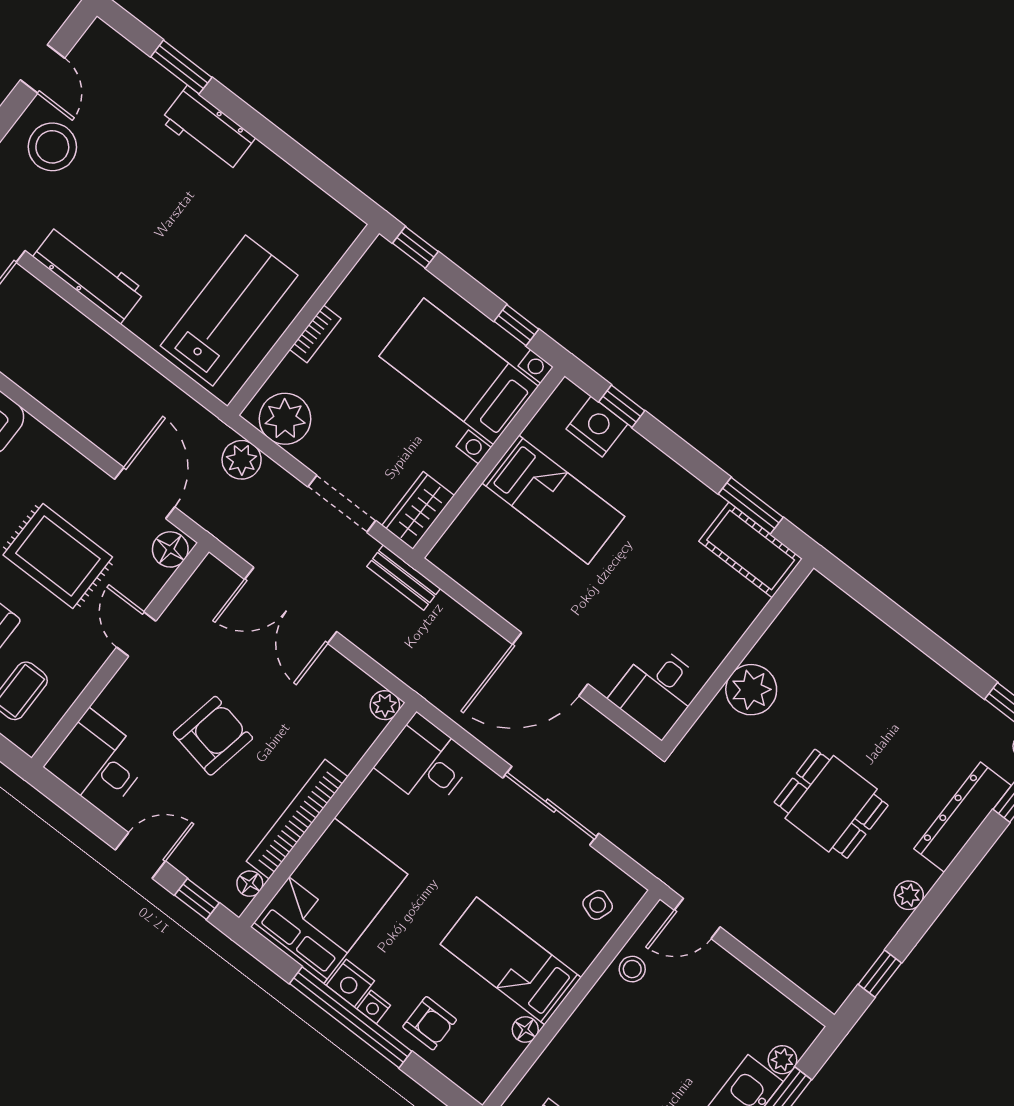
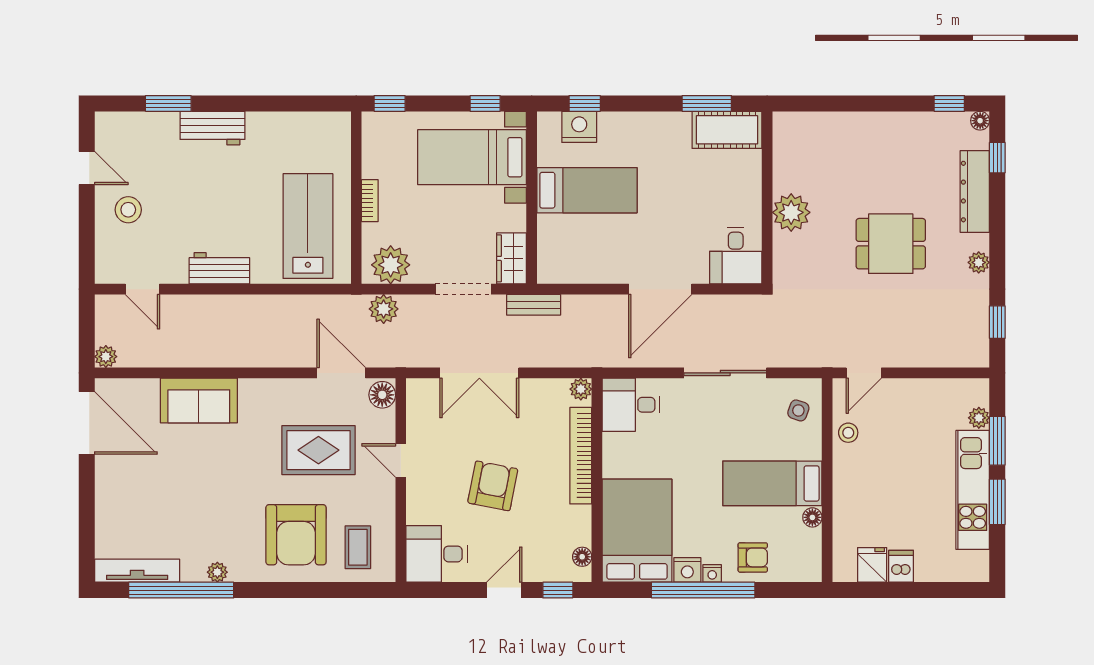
stool: (52, 147) -> (128, 210), width x0.73, depth x0.73
workbench: (89, 274) -> (219, 268), width x0.73
bookcase: (297, 819) -> (581, 456), moved

